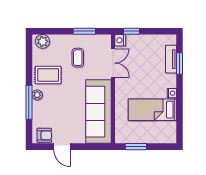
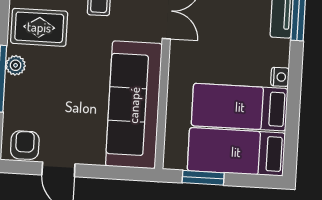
bed: (152, 133) -> (236, 152), added
armchair: (44, 135) -> (25, 145), turned -90

